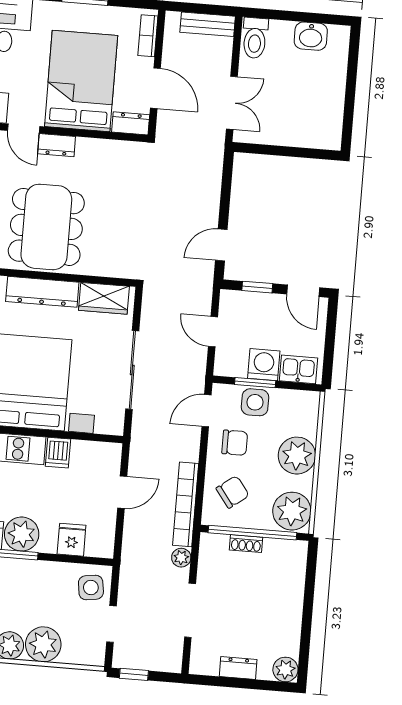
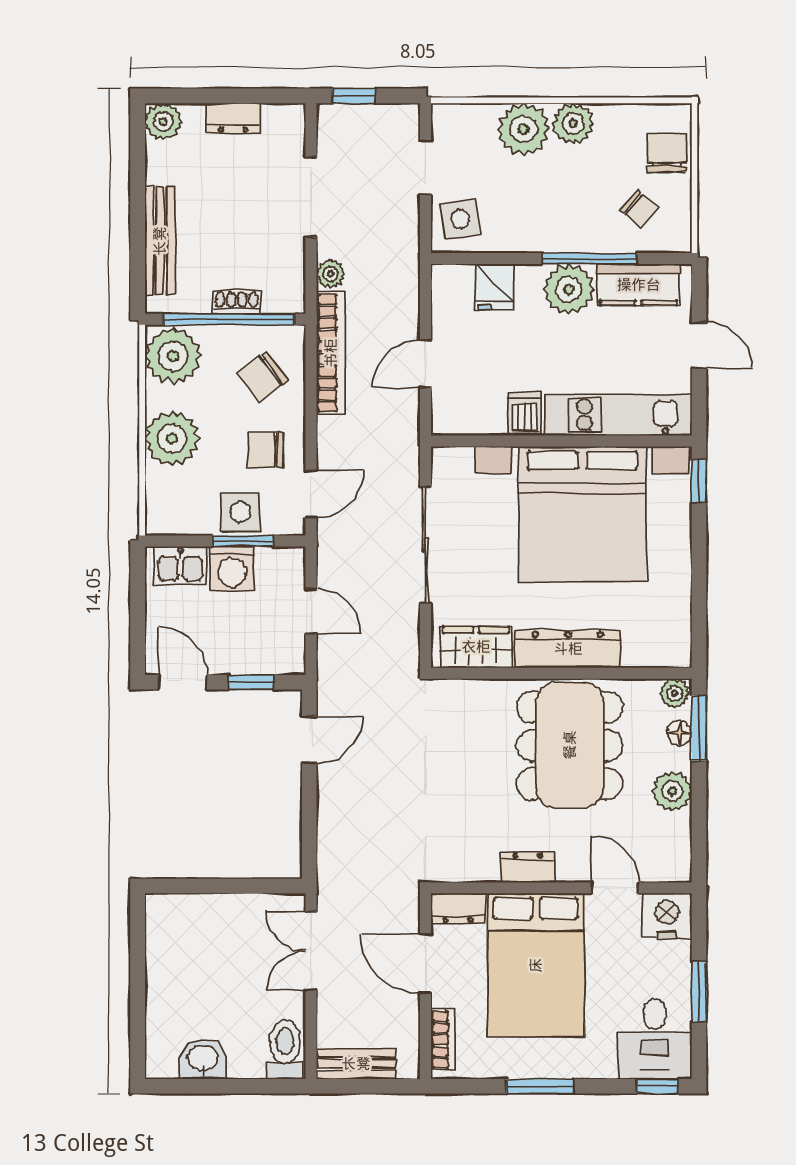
dresser: (57, 145) -> (528, 867), moved
bench: (294, 589) -> (160, 241), added
window: (134, 674) -> (354, 96), moved

